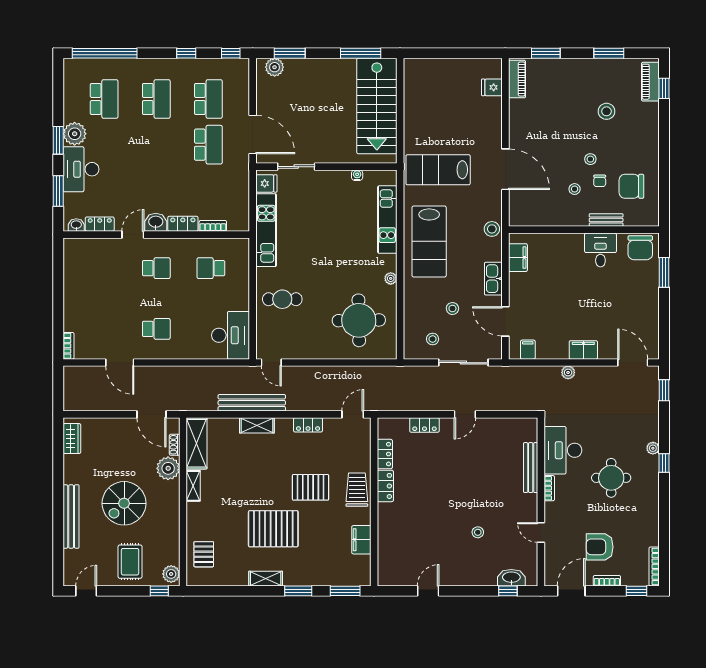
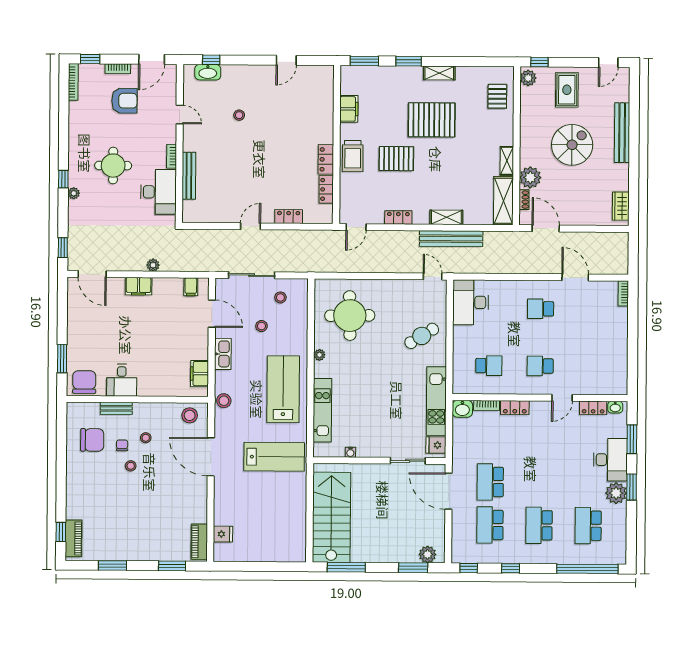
stool: (606, 111) -> (190, 415), moved
washbasin: (156, 222) -> (462, 409), moved
cafe table: (282, 299) -> (422, 336), turned -32

